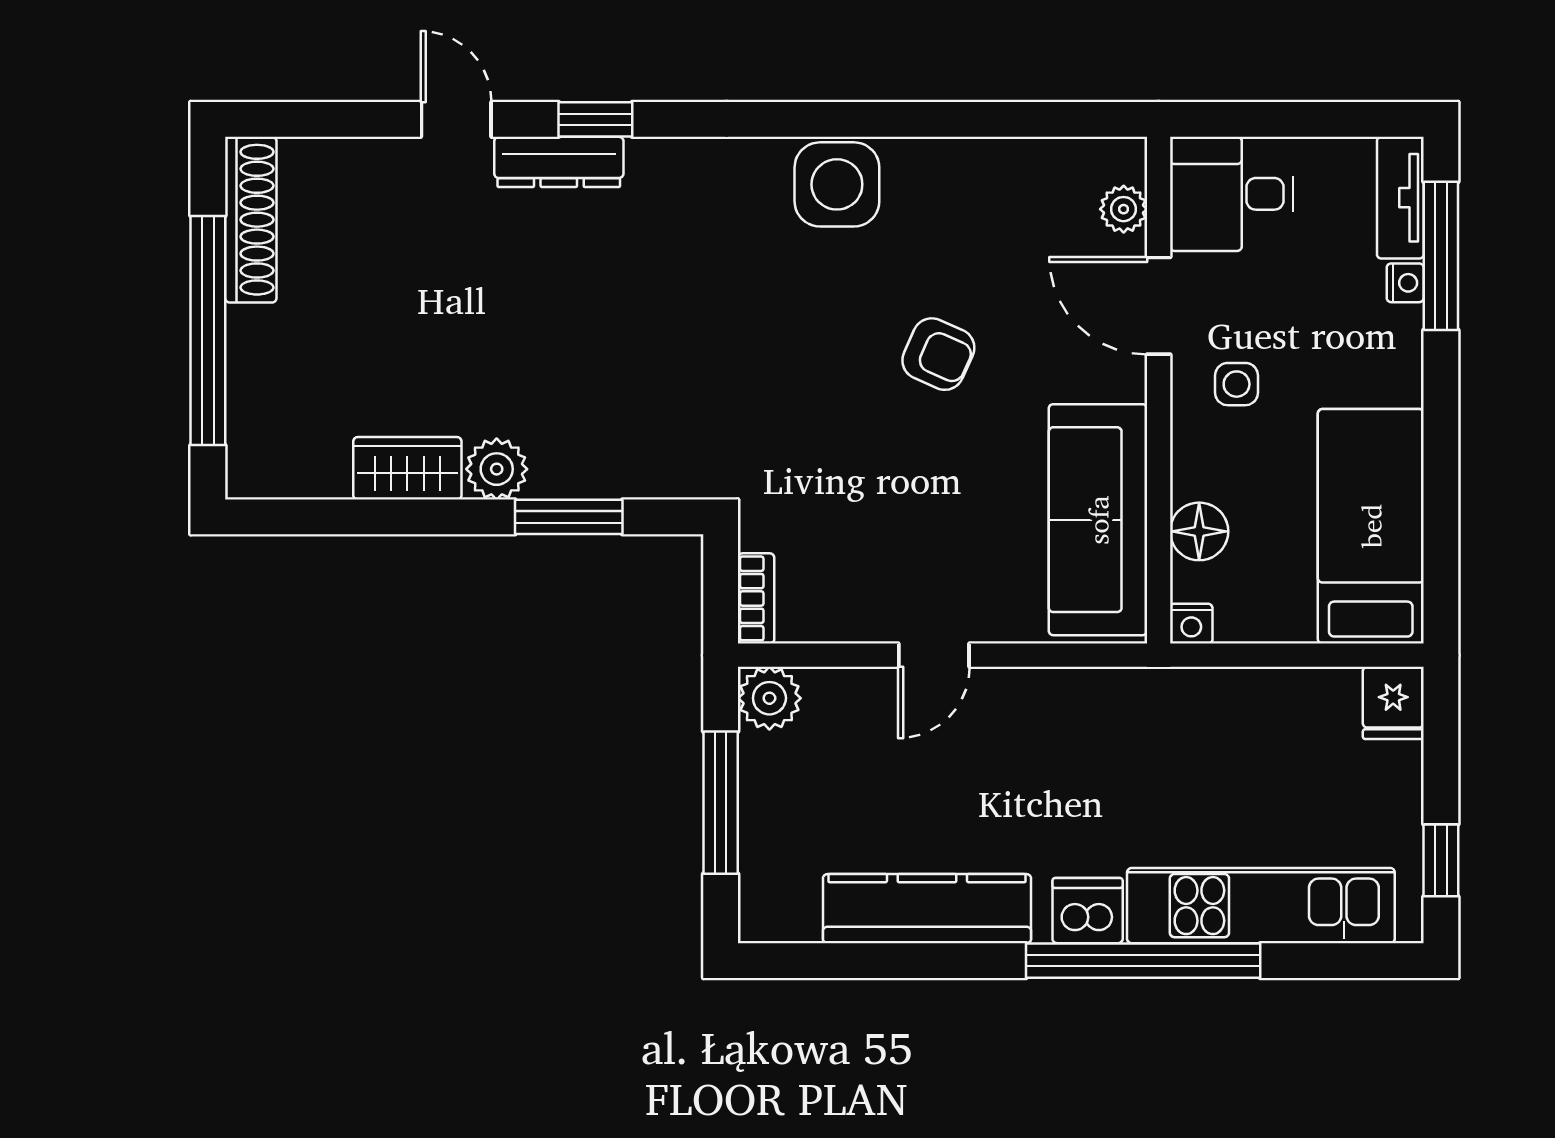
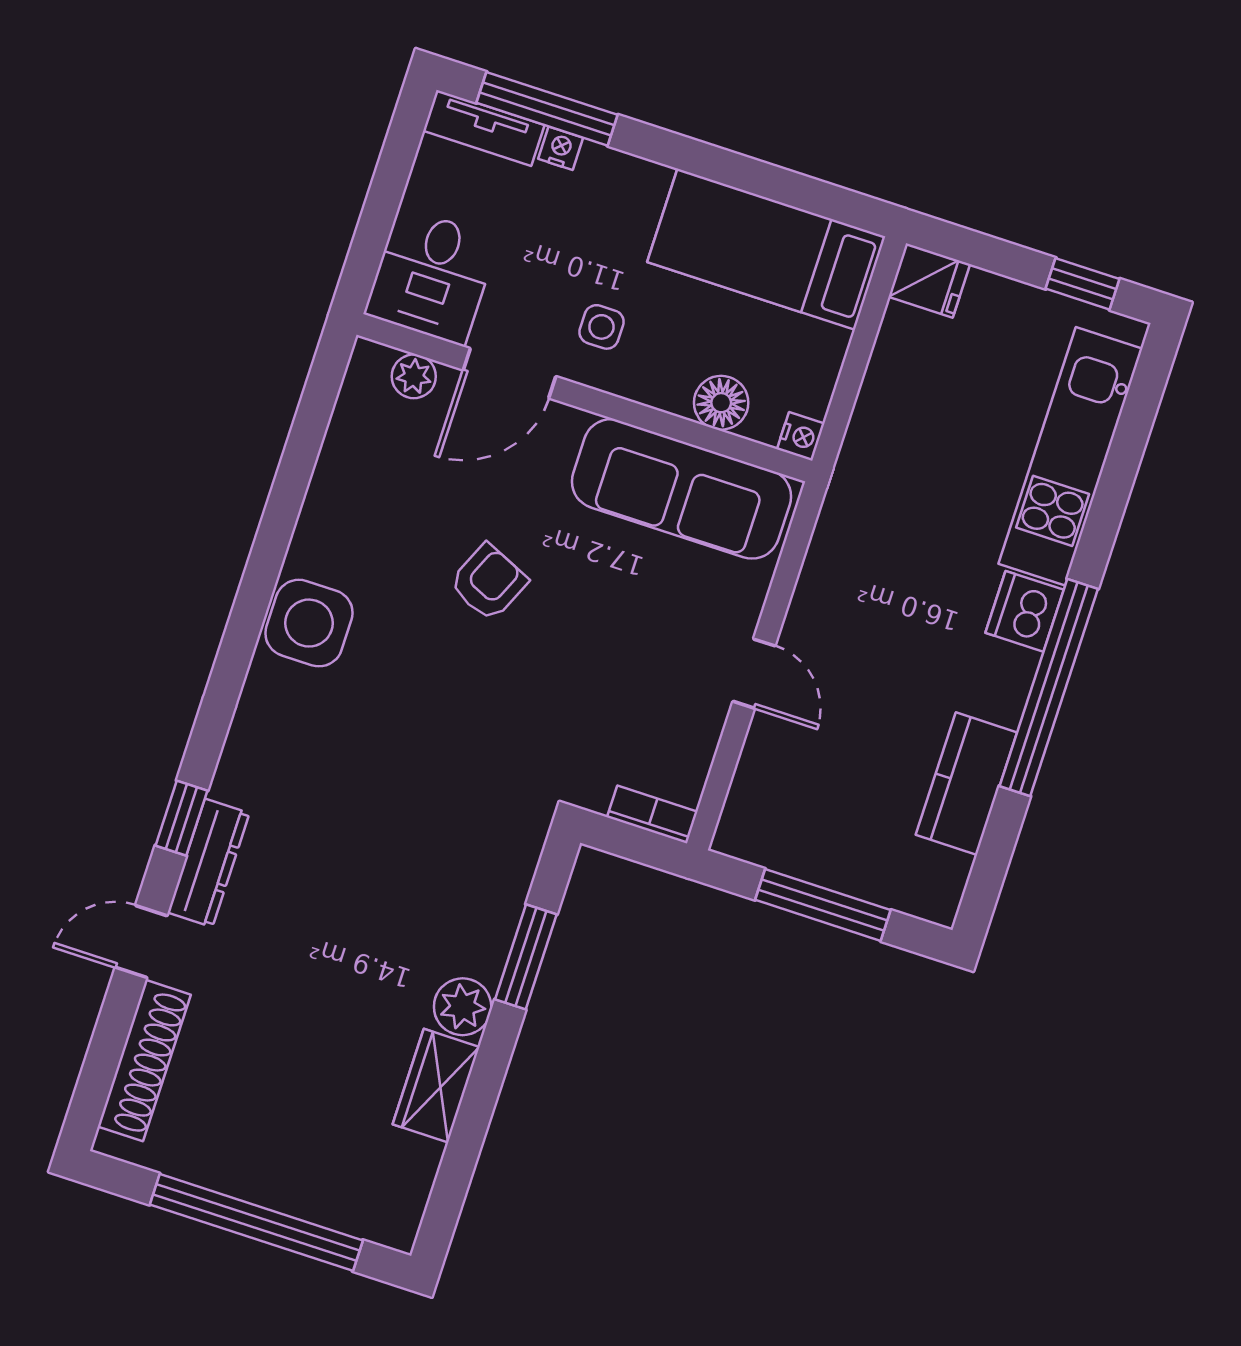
shoe rack: (251, 220) -> (144, 1061), moved, turned 90
plant: (769, 698) -> (744, 832), removed
kitchen counter: (927, 909) -> (966, 784), width x0.67
window: (1143, 961) -> (1049, 687), moved

